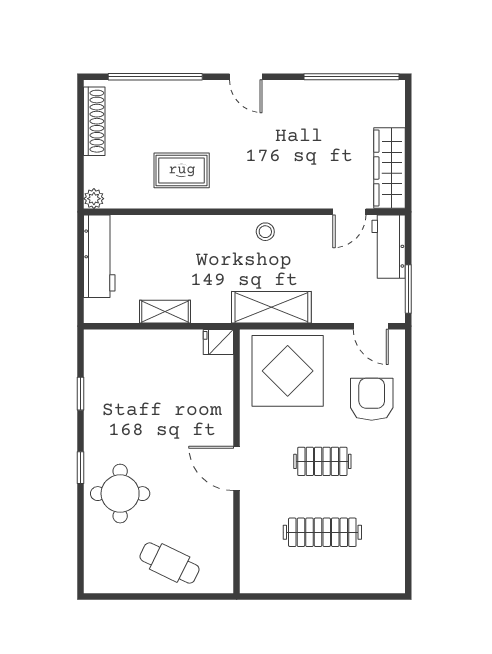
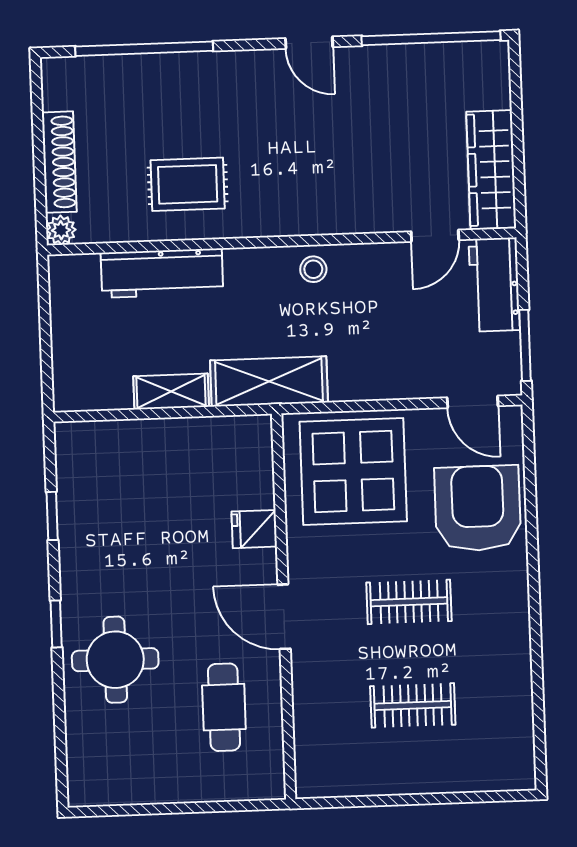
door: (246, 77) -> (309, 43), moved
shoe rack: (94, 121) -> (59, 162), moved
workbench: (99, 256) -> (162, 273), moved, turned 90
shelving: (271, 307) -> (269, 381), moved
fridge: (218, 342) -> (254, 529), moved
armchair: (372, 399) -> (478, 508), width x1.36, depth x1.36
clothes rail: (322, 532) -> (413, 705), width x0.73
cafe table: (170, 563) -> (224, 707), moved, turned 64

